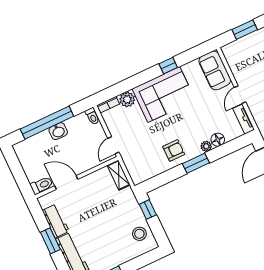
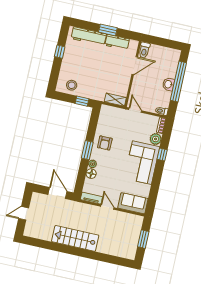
window: (168, 66) -> (162, 154), moved

